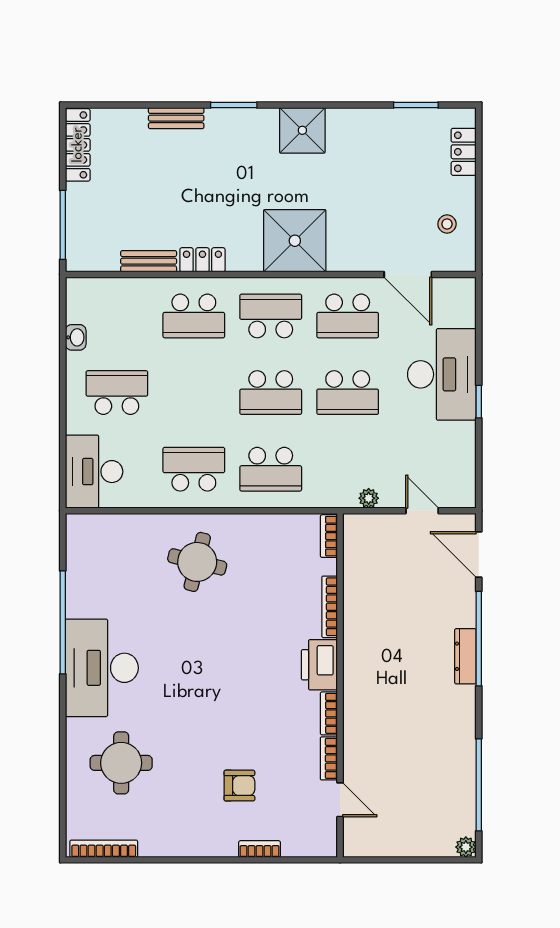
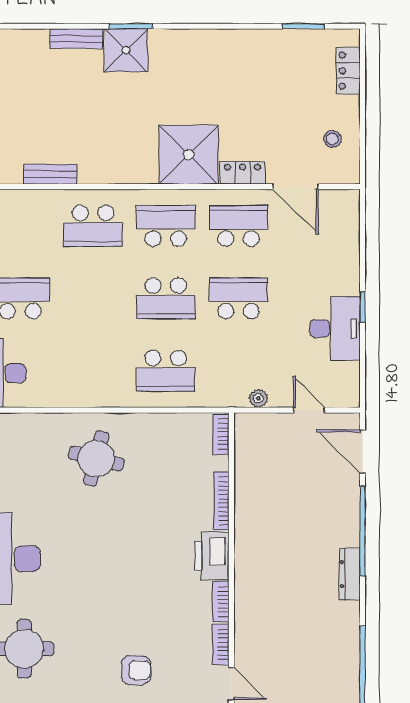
shower: (302, 130) -> (126, 50), moved
locker: (202, 260) -> (243, 173), moved
school desk: (348, 316) -> (239, 226), turned 180
desk: (442, 374) -> (335, 329), moved, width x0.73, depth x0.77
school desk: (348, 393) -> (239, 298), turned 180
school desk: (194, 469) -> (93, 371), removed
dresser: (465, 656) -> (350, 574), moved

